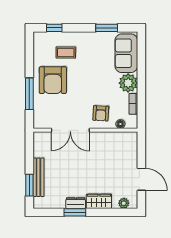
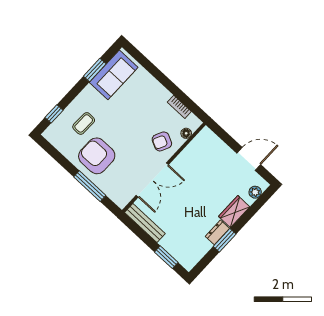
sofa: (126, 53) -> (114, 75), moved, turned -90
armchair: (53, 80) -> (97, 156), turned 180
plant: (128, 83) -> (158, 95), removed
armchair: (101, 113) -> (162, 141), turned 113
bench: (38, 177) -> (145, 223), moved

